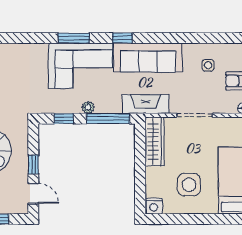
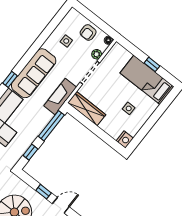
plant: (88, 107) -> (97, 54), moved
side table: (189, 185) -> (129, 108), width x0.54, depth x0.54

